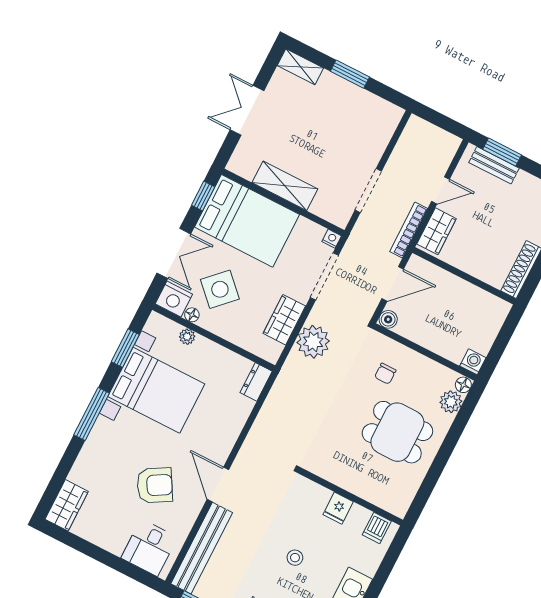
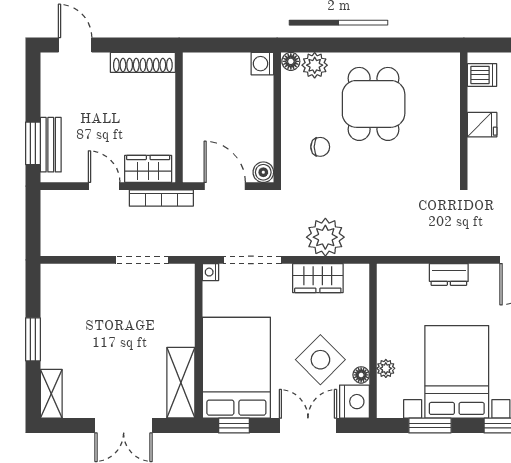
shelving: (285, 186) -> (181, 383), moved
dresser: (256, 382) -> (449, 274), moved

